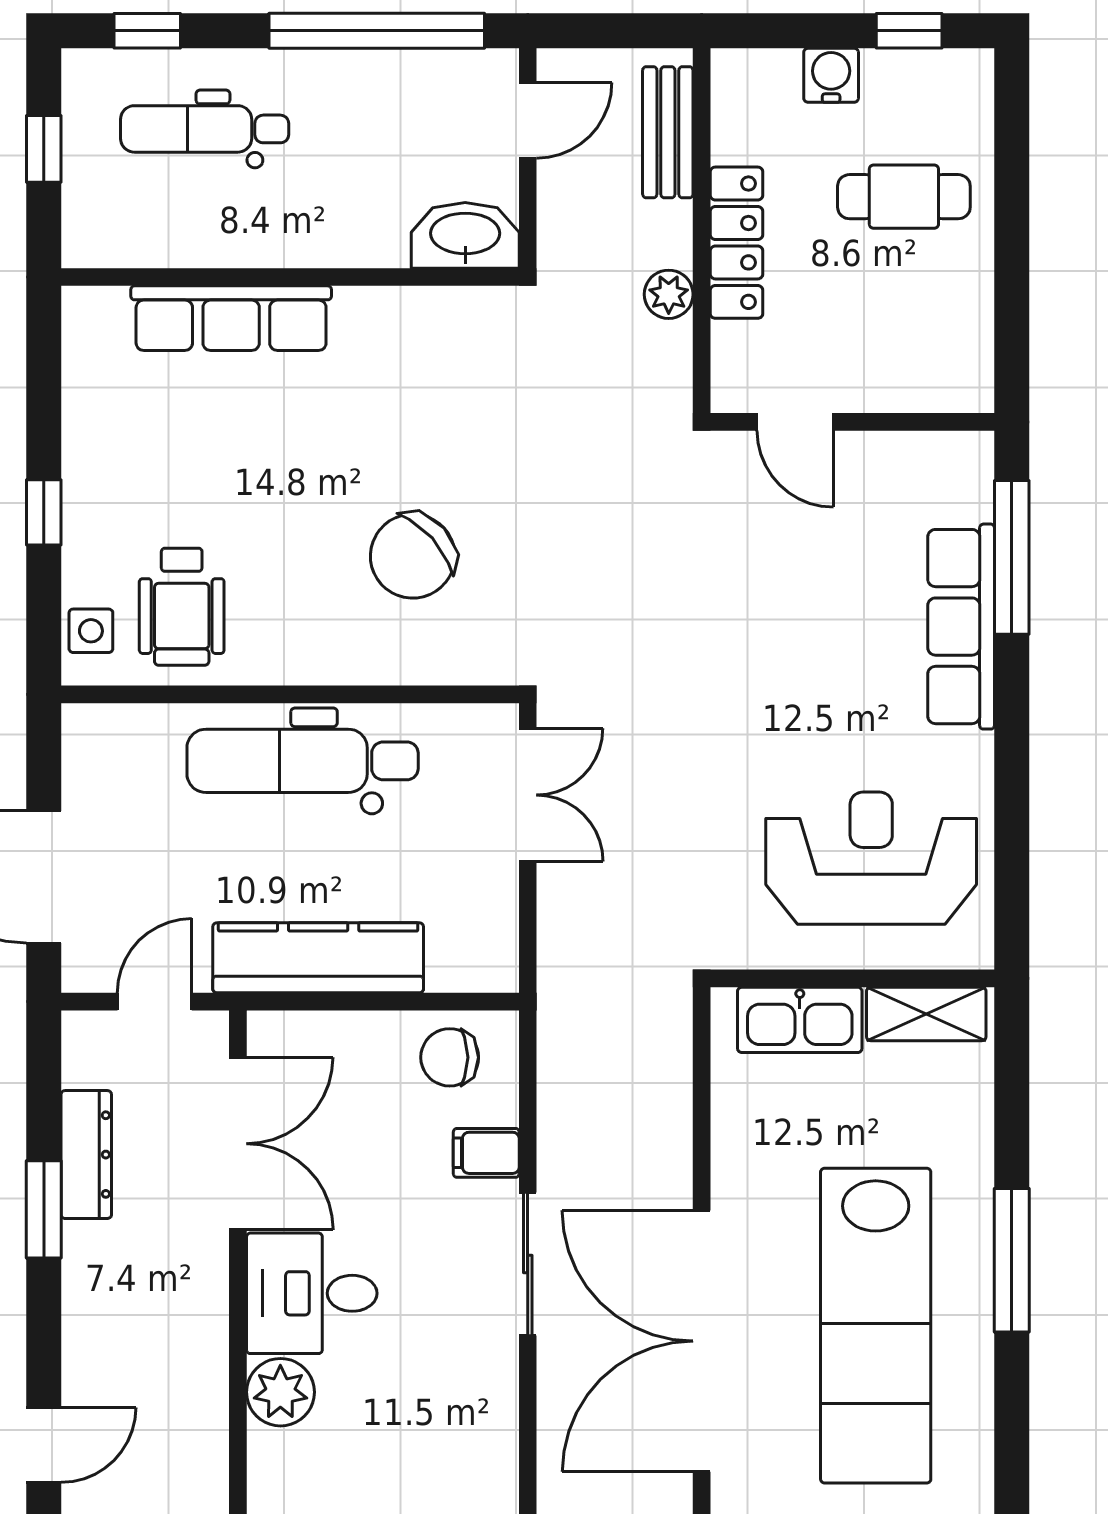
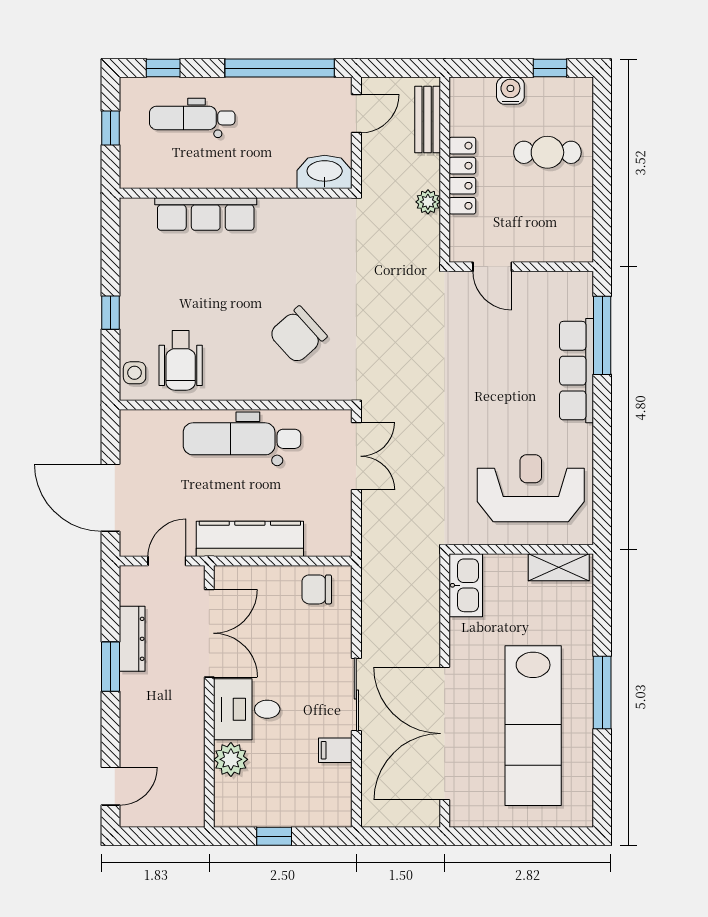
kitchen sink: (800, 1020) -> (466, 585), moved, turned -90
filing cabinet: (486, 1153) -> (335, 750), moved

